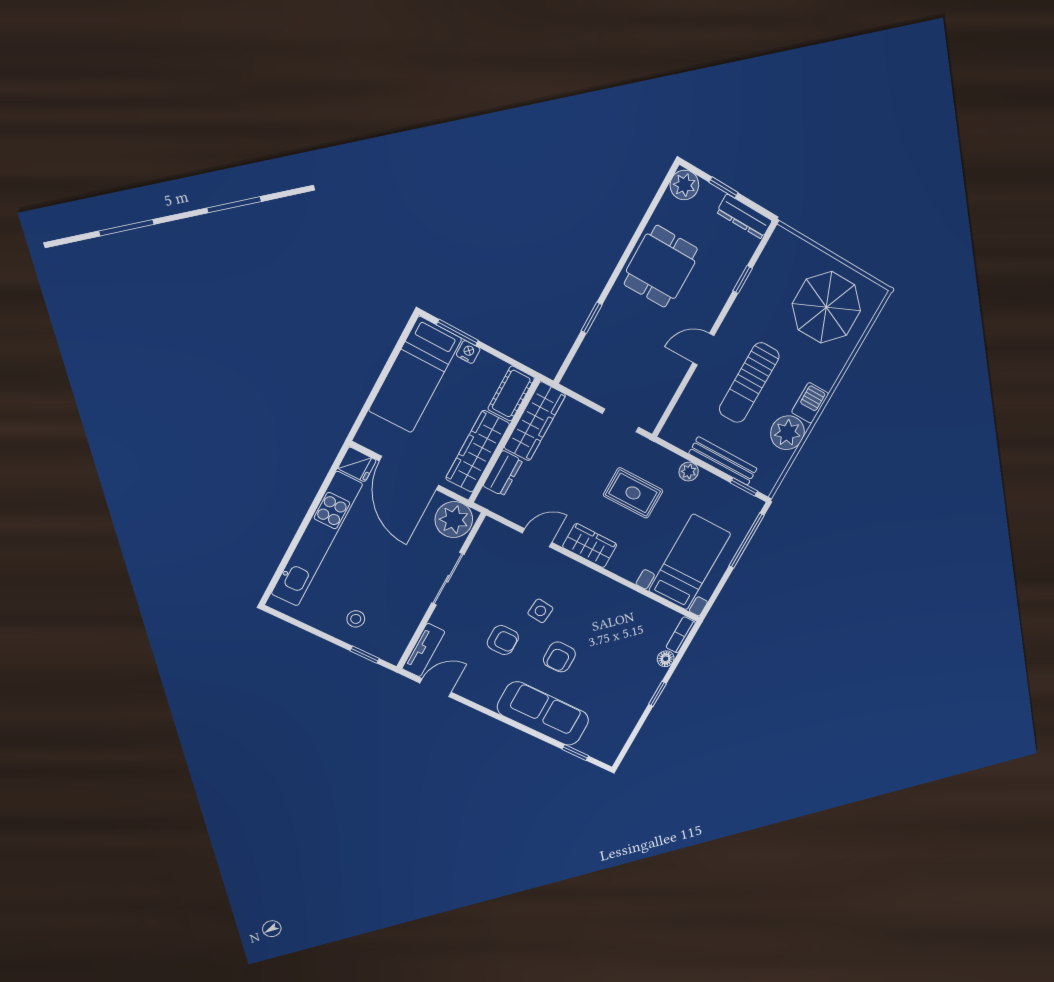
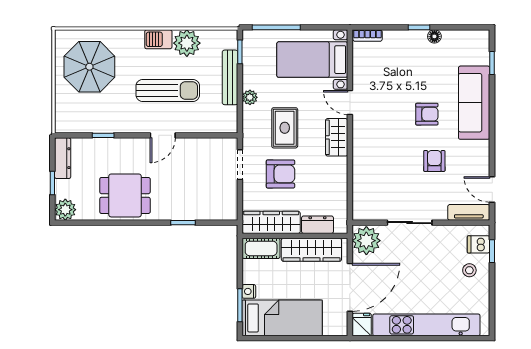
door: (703, 349) -> (163, 135), hinge flipped
armchair: (584, 461) -> (280, 174), added
door: (537, 538) -> (350, 103), moved
side table: (540, 611) -> (400, 146), removed
dishwasher: (381, 643) -> (479, 244), added
floor lamp: (666, 659) -> (434, 36), moved

